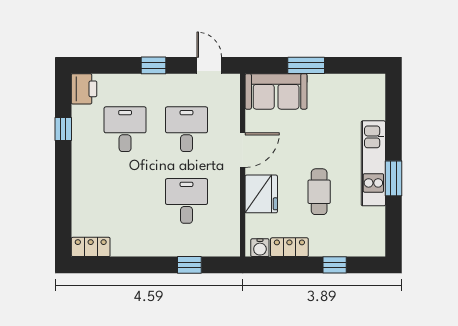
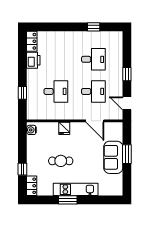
door: (209, 65) -> (127, 103), swing flipped
printer: (84, 89) -> (33, 60), moved, turned -90
sofa: (276, 91) -> (113, 157), moved
door: (243, 150) -> (95, 121), moved
fridge: (261, 194) -> (64, 128), width x0.53, depth x0.75
locker: (289, 247) -> (32, 186), moved

